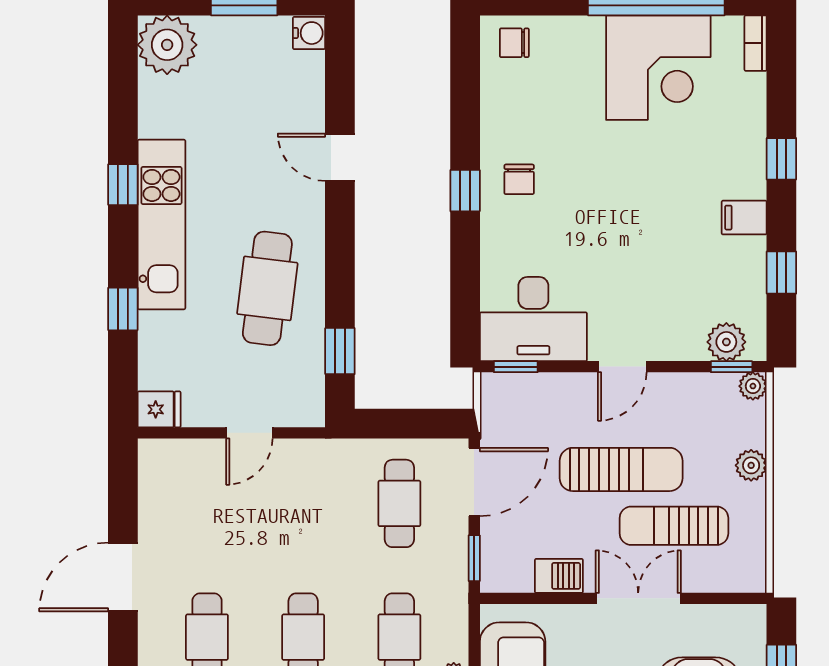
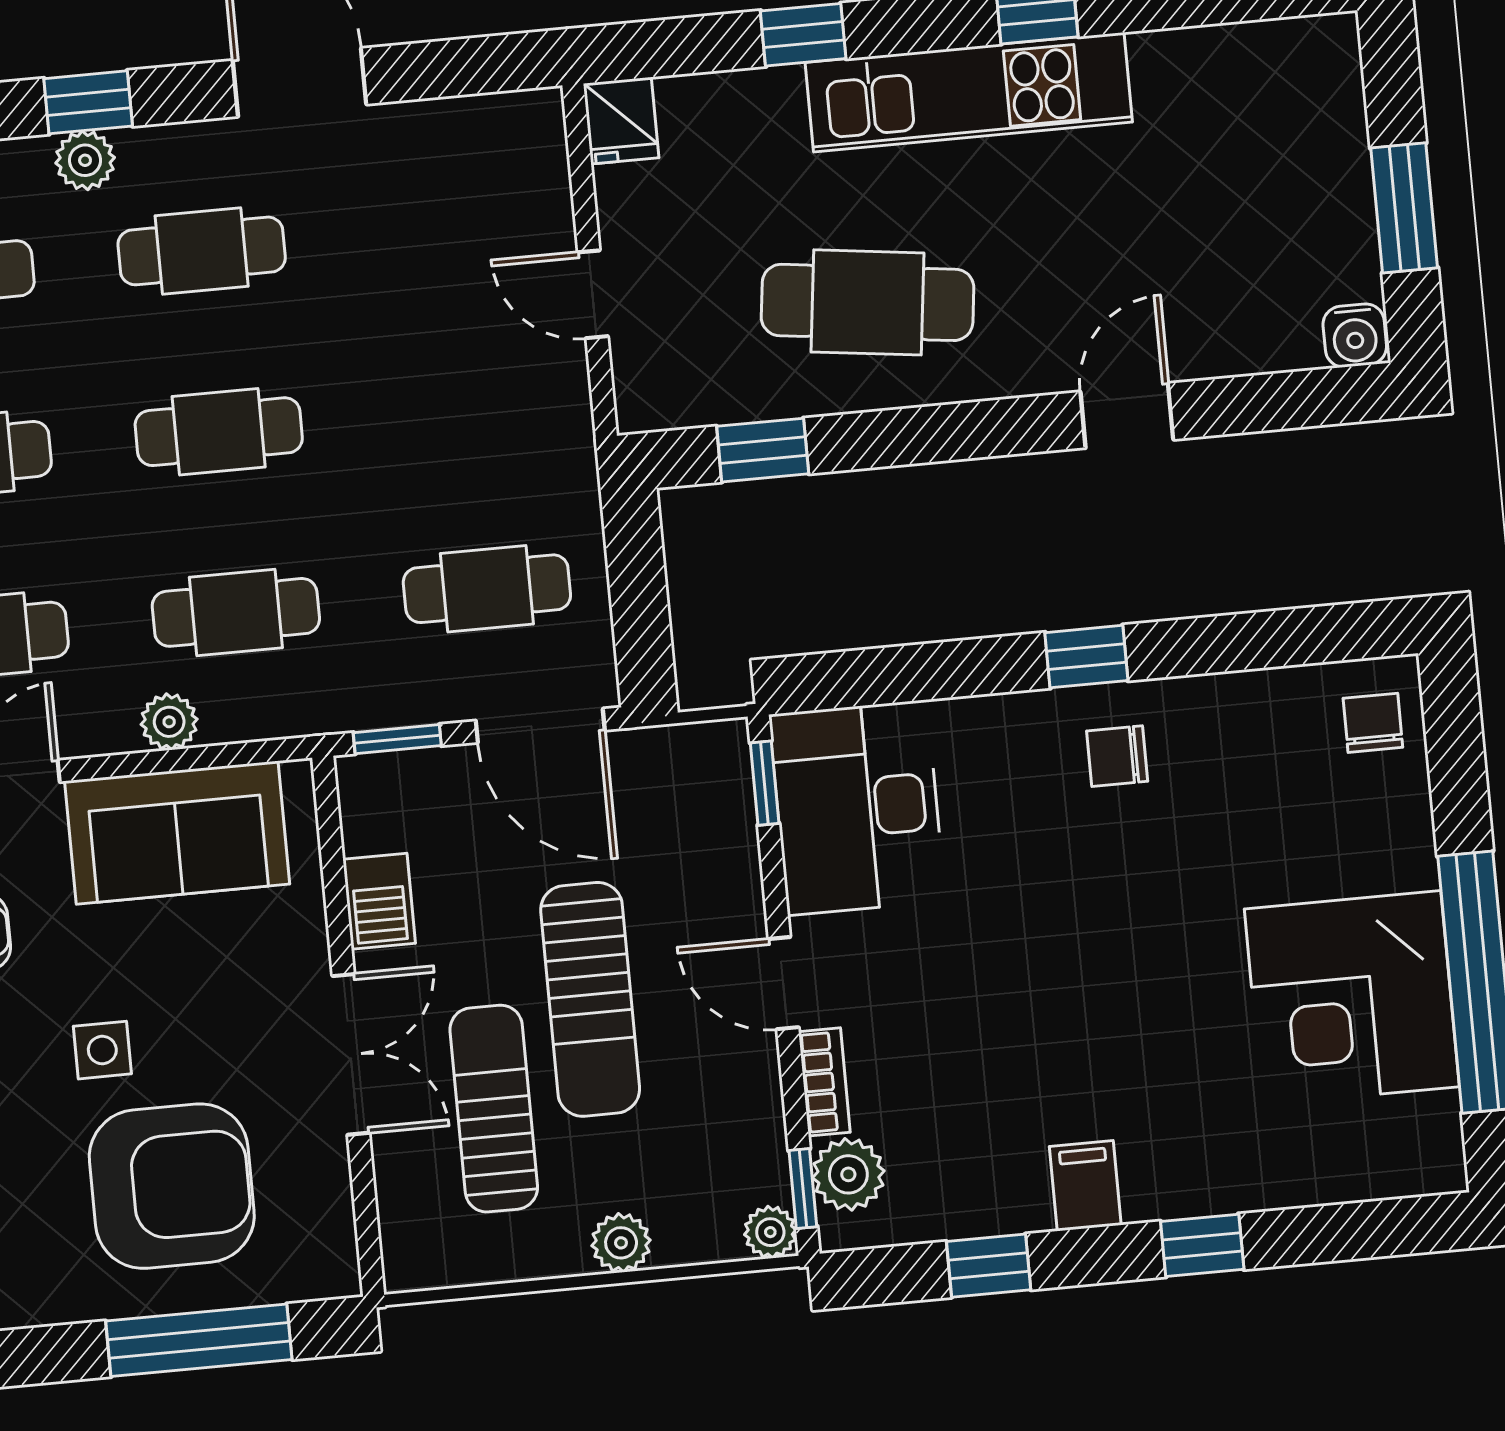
bookcase: (756, 43) -> (824, 1082), moved, turned 90
plant: (167, 45) -> (1307, 71), removed

